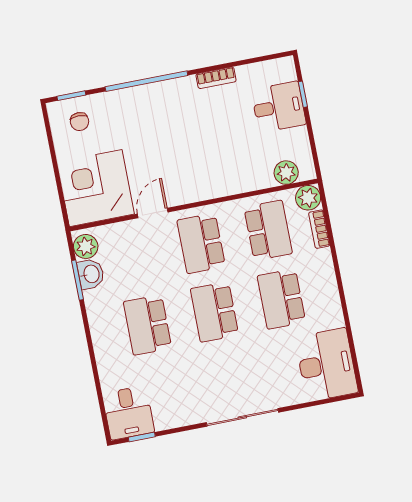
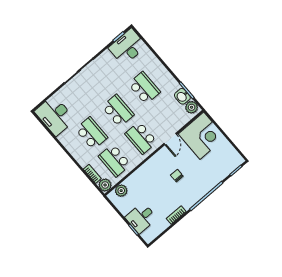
chair: (80, 122) -> (177, 176), moved
school desk: (201, 243) -> (141, 138), turned 180
desk: (128, 413) -> (127, 47), width x1.37

